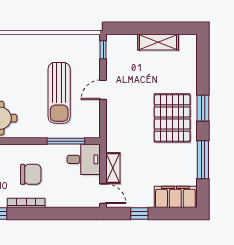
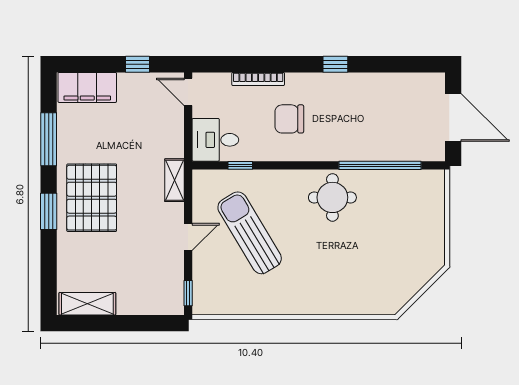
shelving: (158, 42) -> (87, 304), moved
sun lounger: (59, 93) -> (250, 233), turned -31
window: (66, 141) -> (240, 165), width x0.46
shelving: (113, 168) -> (174, 180), moved
bookcase: (26, 203) -> (258, 79), moved

